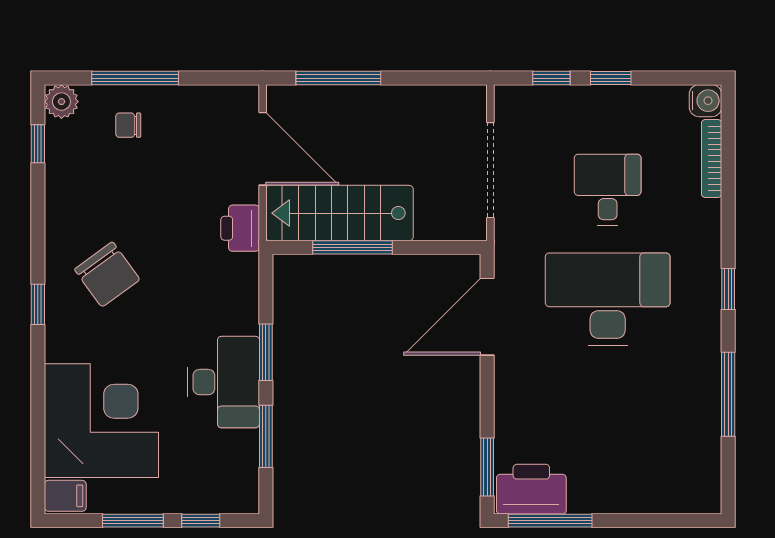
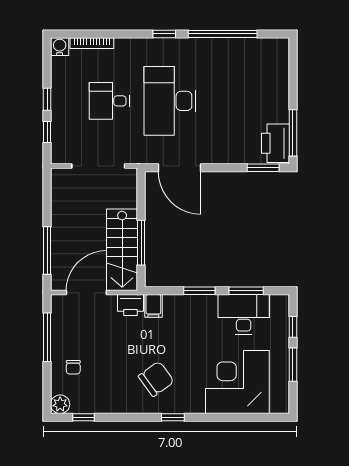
window: (135, 78) -> (47, 337), moved
desk: (223, 382) -> (244, 314), moved
window: (728, 394) -> (223, 34), width x1.46
filing cabinet: (65, 496) -> (153, 306), moved, turned 180

